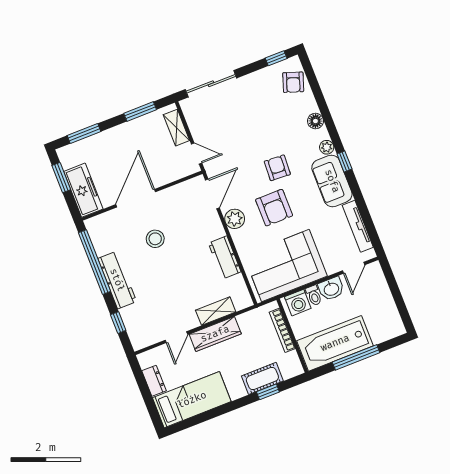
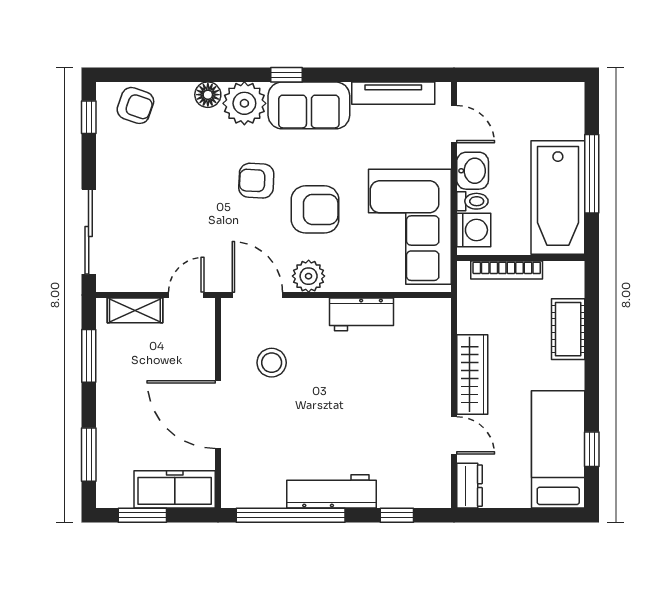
plant: (327, 147) -> (244, 103), width x1.87, depth x1.87
stool: (155, 239) -> (272, 363), moved
shelving: (216, 311) -> (438, 360), removed
dresser: (154, 381) -> (469, 486), moved, turned 90
window: (268, 392) -> (592, 449), moved

